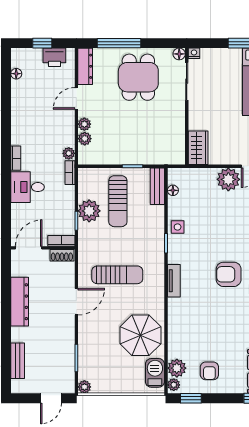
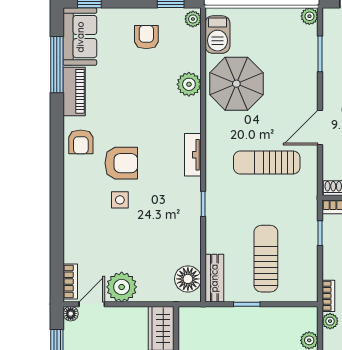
floor lamp: (173, 190) -> (188, 279), width x1.89, depth x1.89
plant: (89, 211) -> (303, 246), removed
side table: (178, 227) -> (120, 200), moved
plant: (177, 368) -> (189, 84), moved

